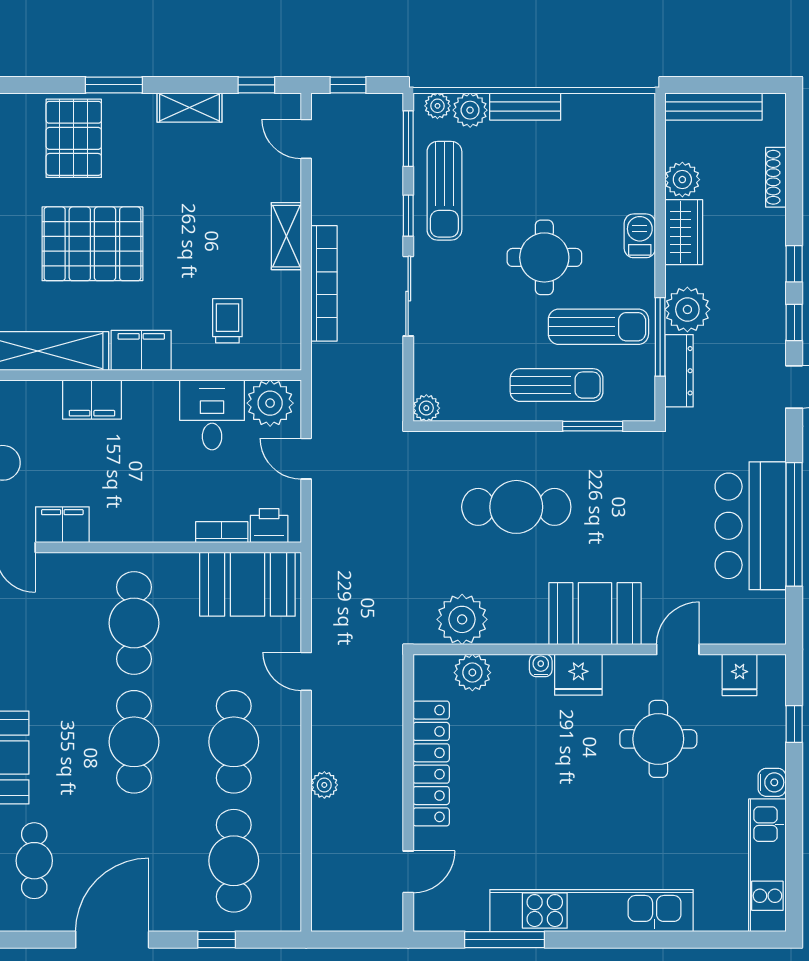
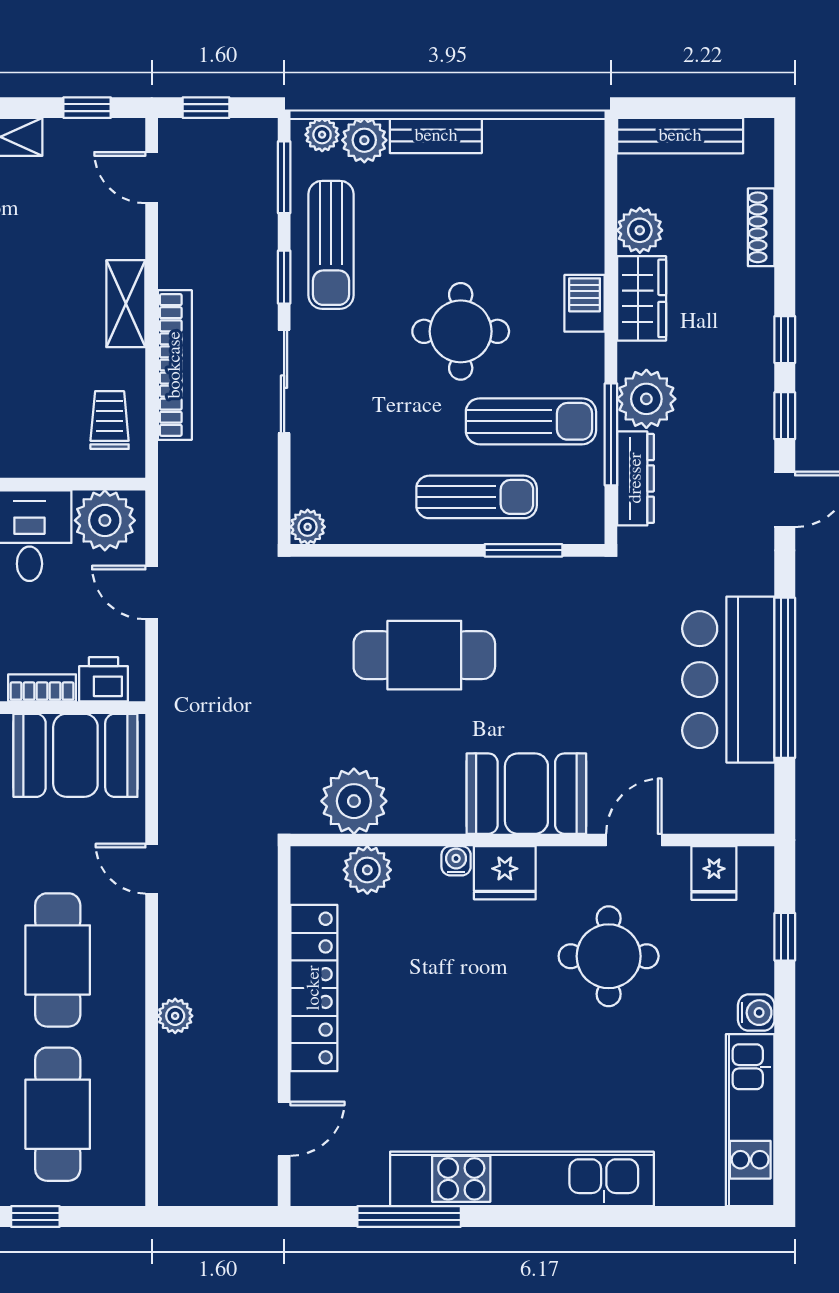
trolley: (227, 321) -> (110, 420), moved

